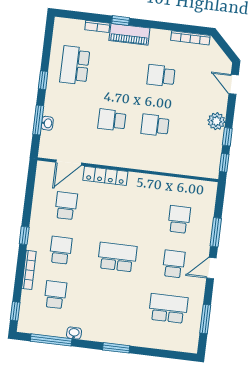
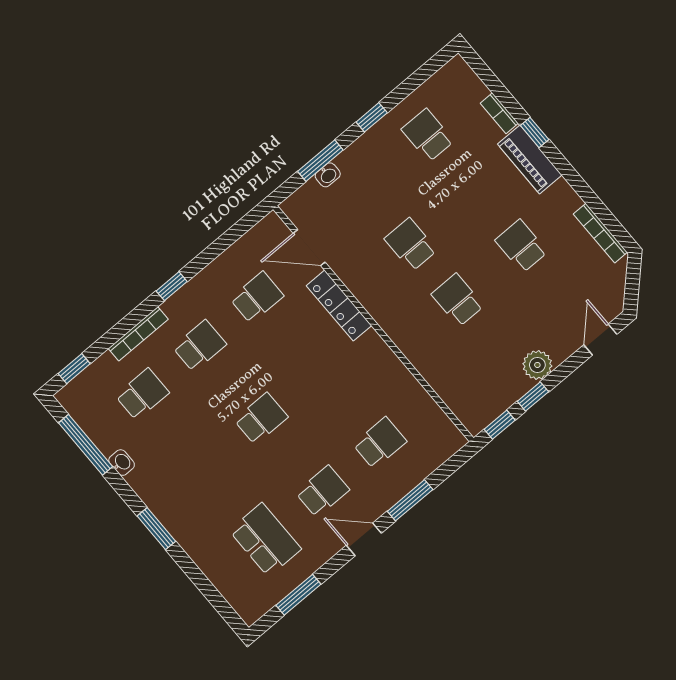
school desk: (75, 65) -> (428, 135), width x0.54
school desk: (117, 257) -> (261, 419), width x0.54

